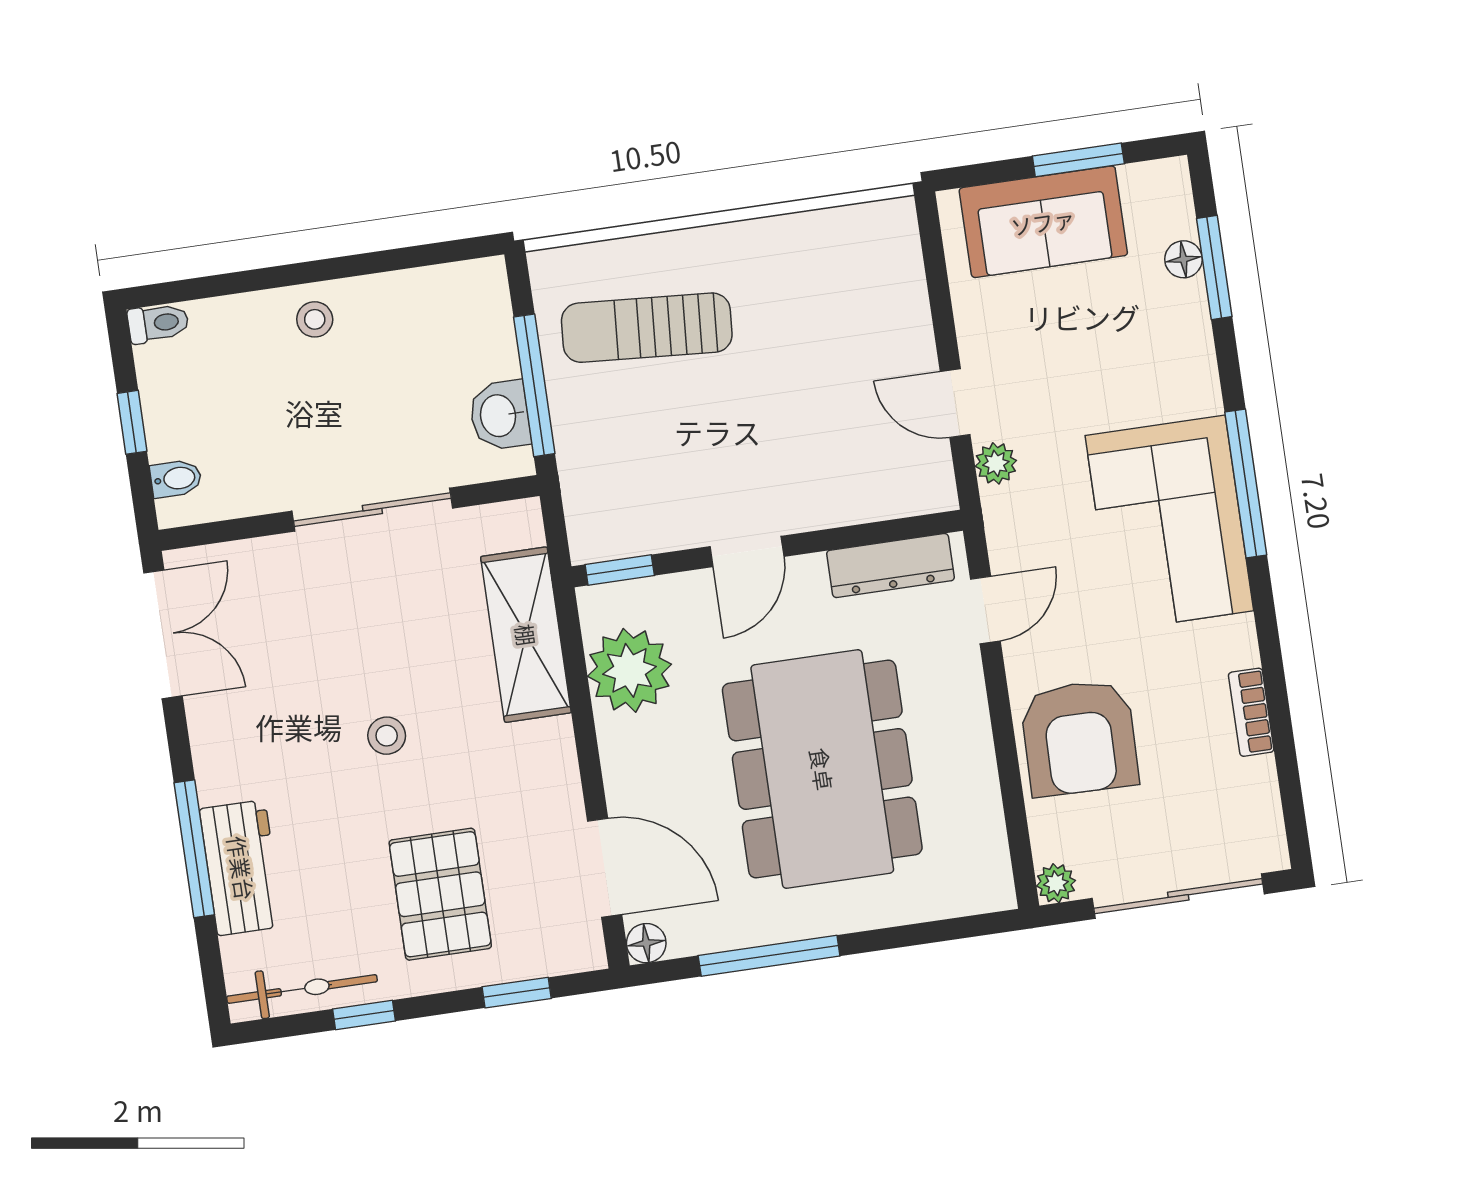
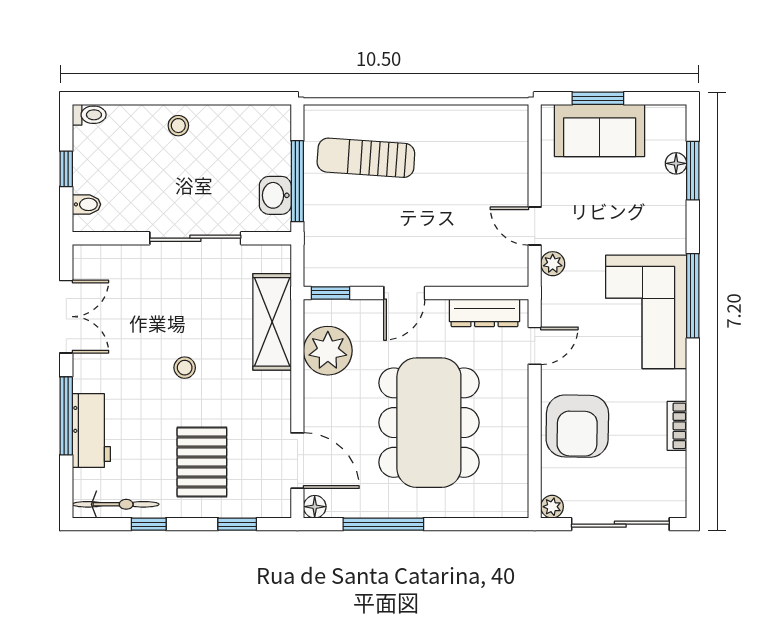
window: (1078, 160) -> (598, 98), moved
double door: (163, 634) -> (66, 317), moved

